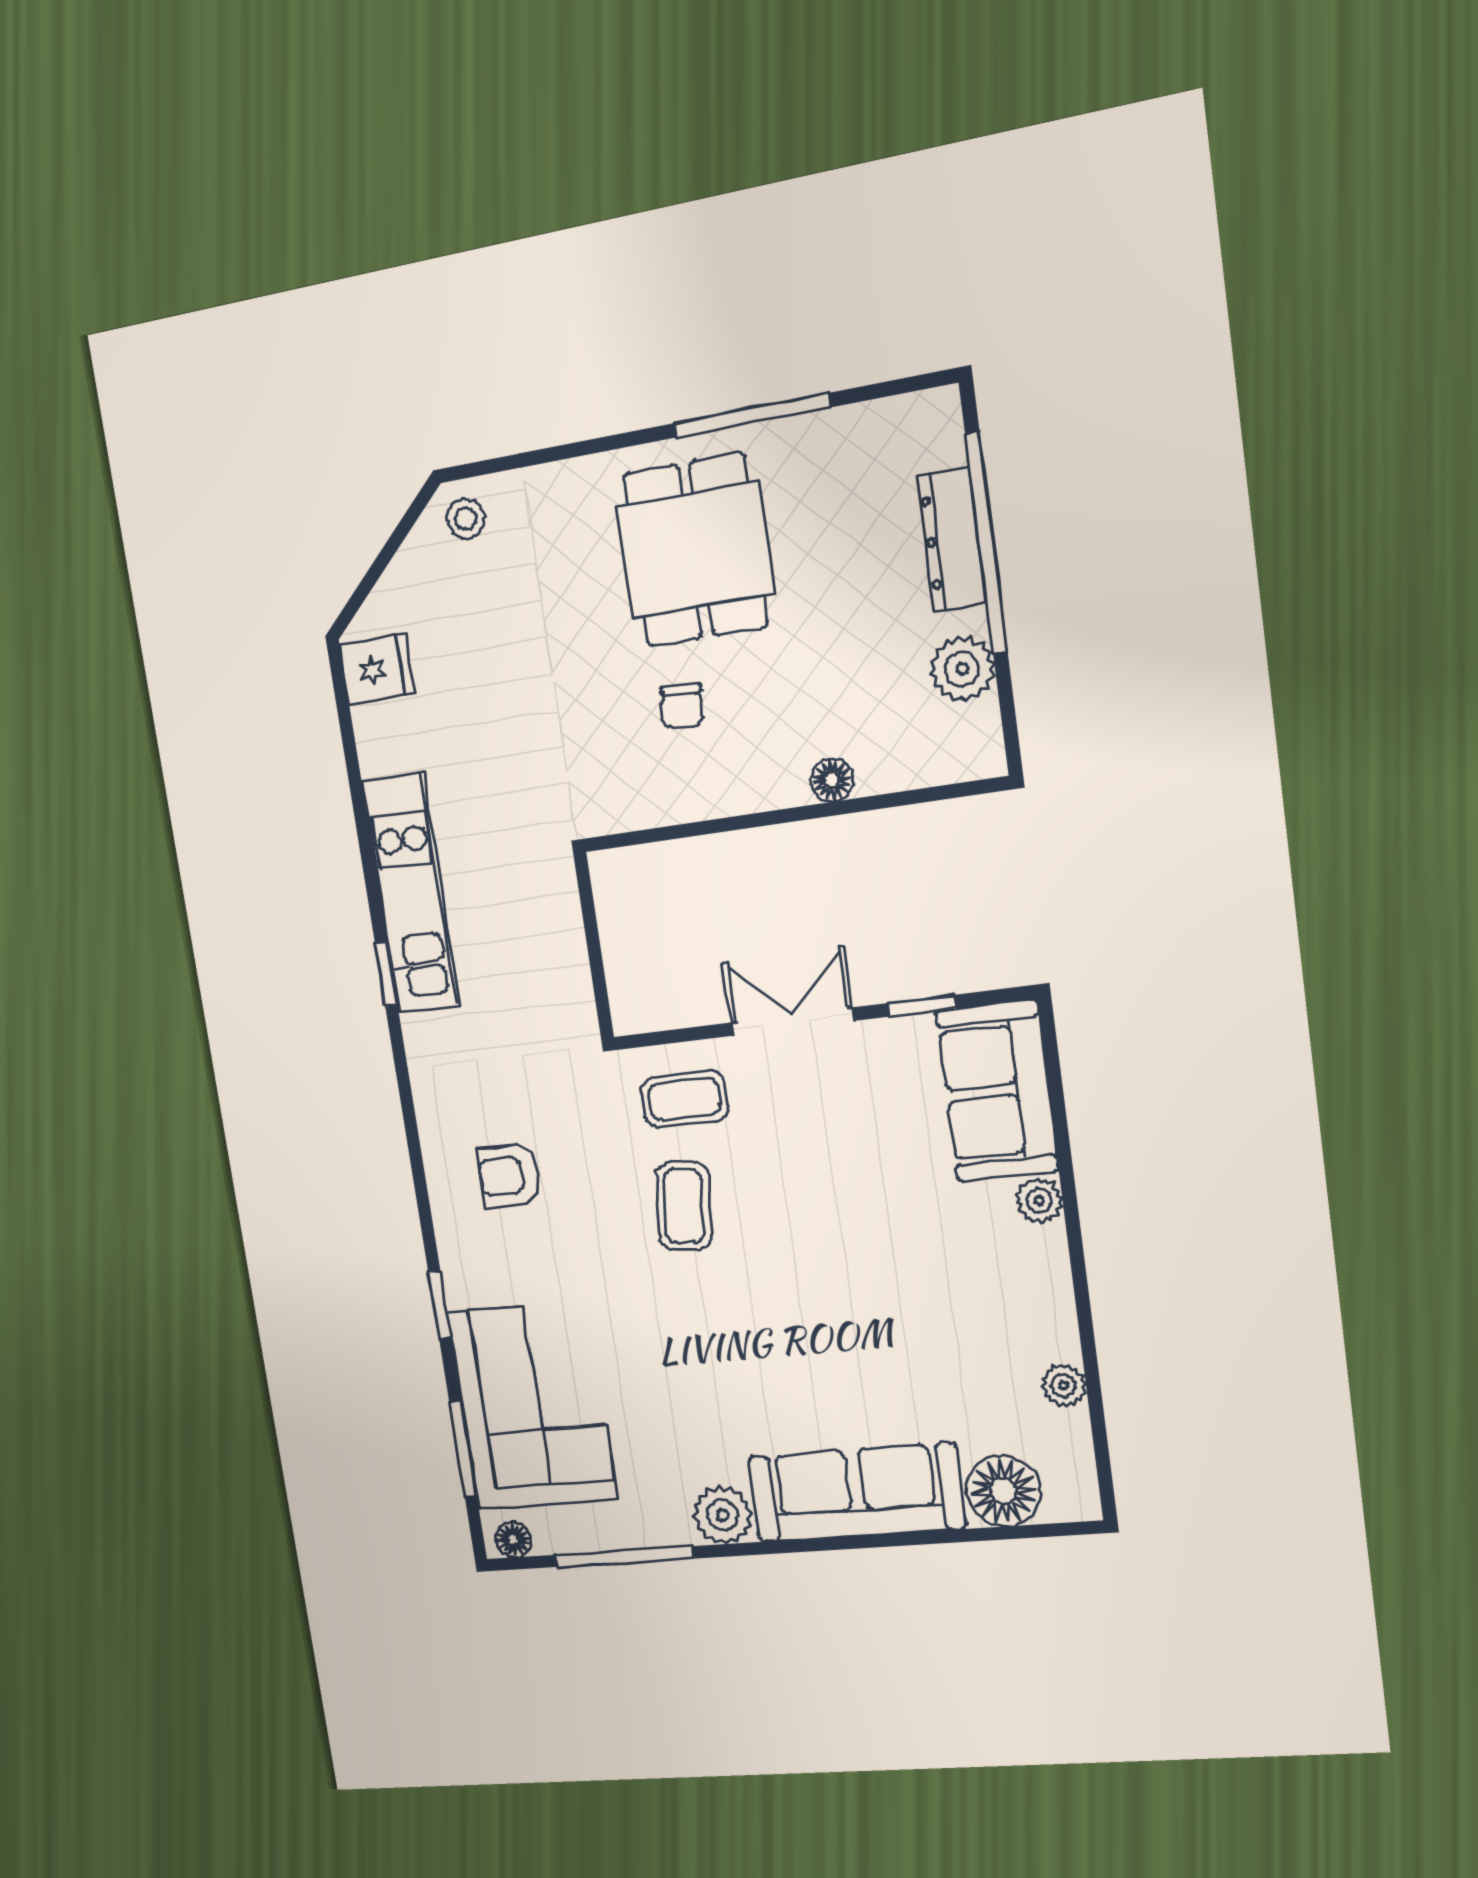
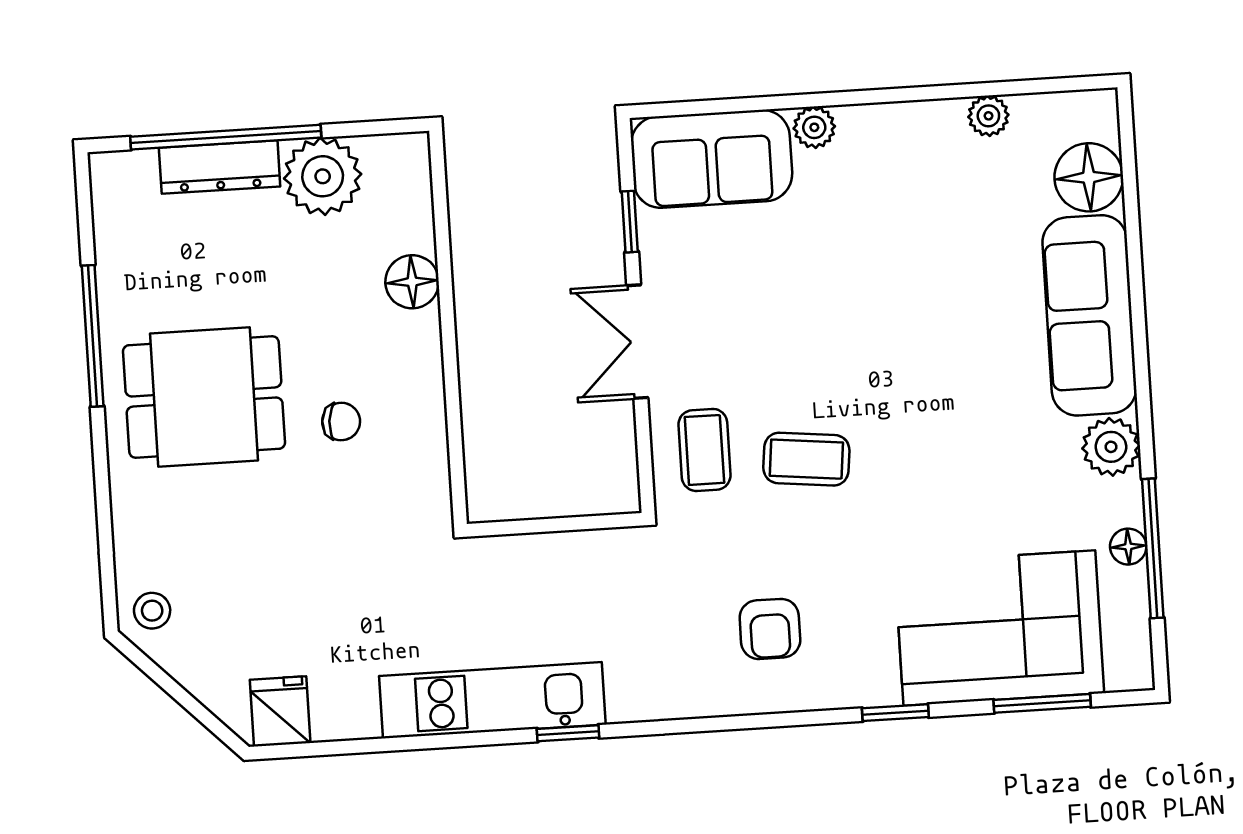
plant: (962, 669) -> (323, 176), width x1.36, depth x1.36
floor lamp: (832, 780) -> (412, 282), width x1.37, depth x1.37
floor lamp: (513, 1540) -> (1128, 547), moved

